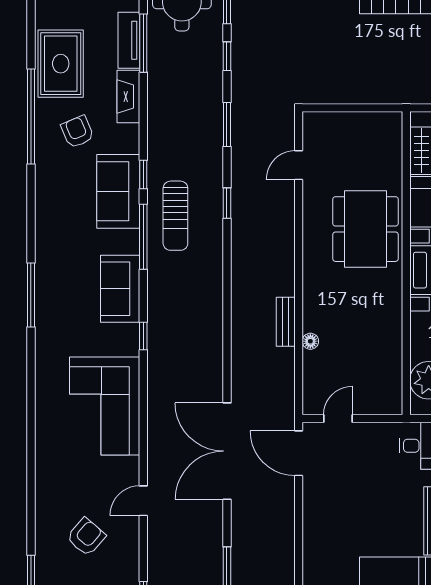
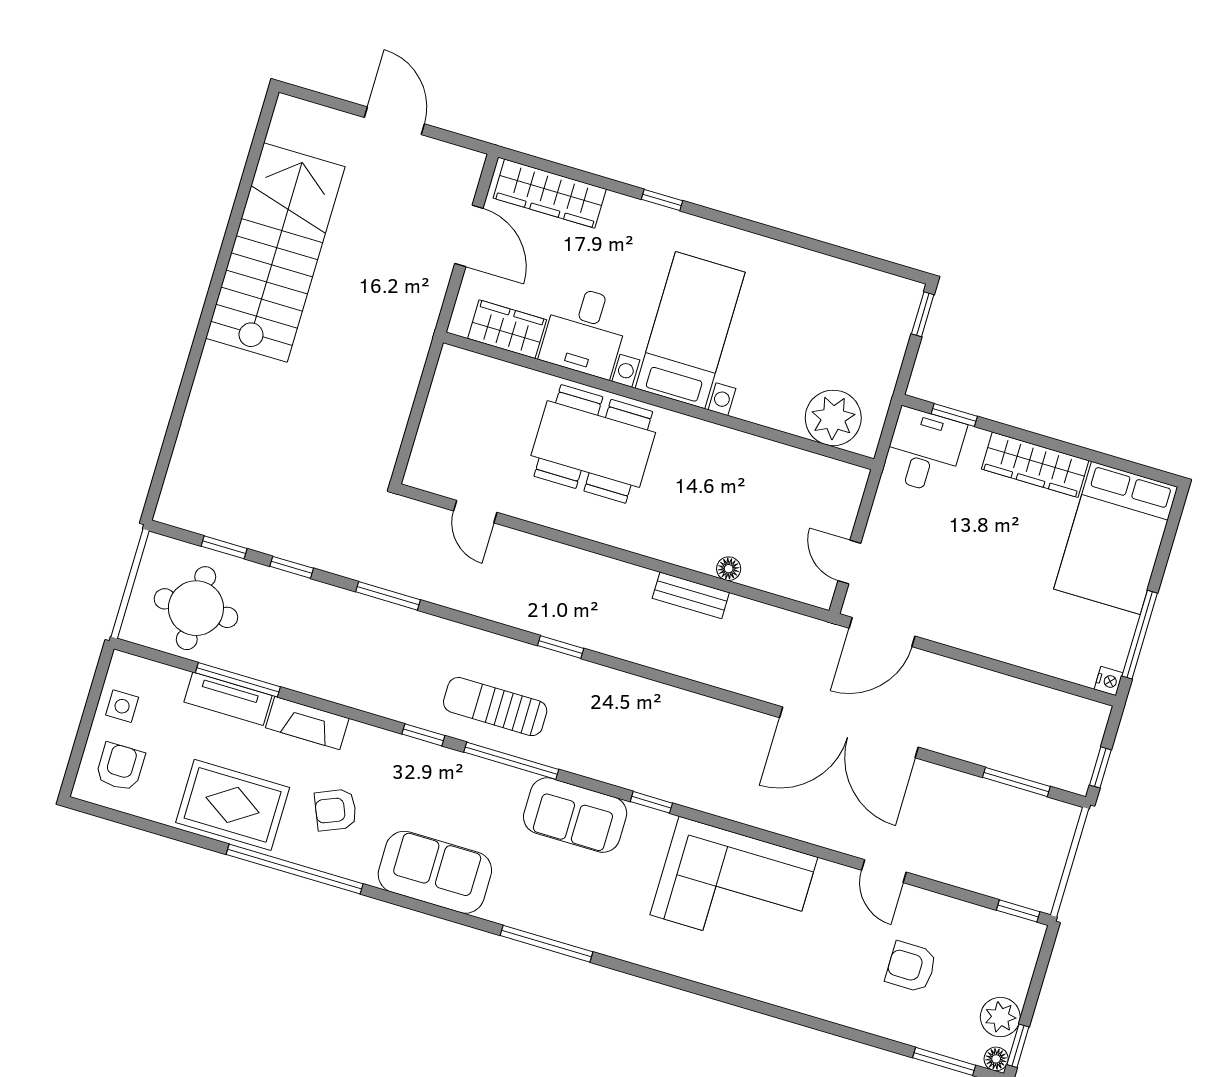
sofa: (118, 191) -> (435, 872), moved, turned 180
window: (227, 203) -> (561, 647), moved
sun lounger: (175, 216) -> (495, 707), turned 180
armchair: (86, 537) -> (911, 967), turned -41

